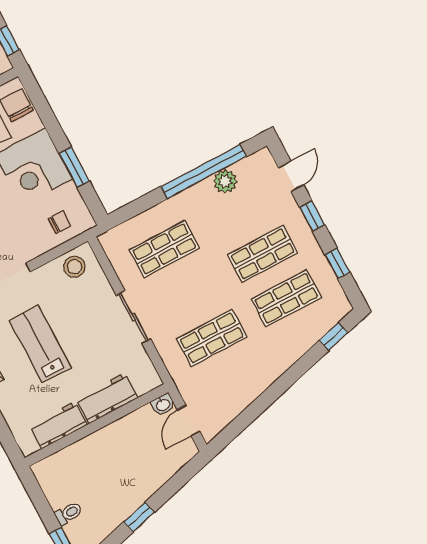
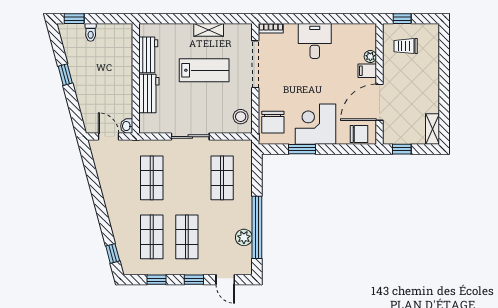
chair: (60, 222) -> (273, 122), width x1.87, depth x1.87

